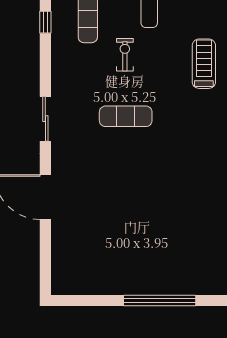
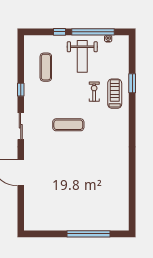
window: (45, 22) -> (21, 90), moved
exercise bike: (125, 55) -> (94, 92), moved

